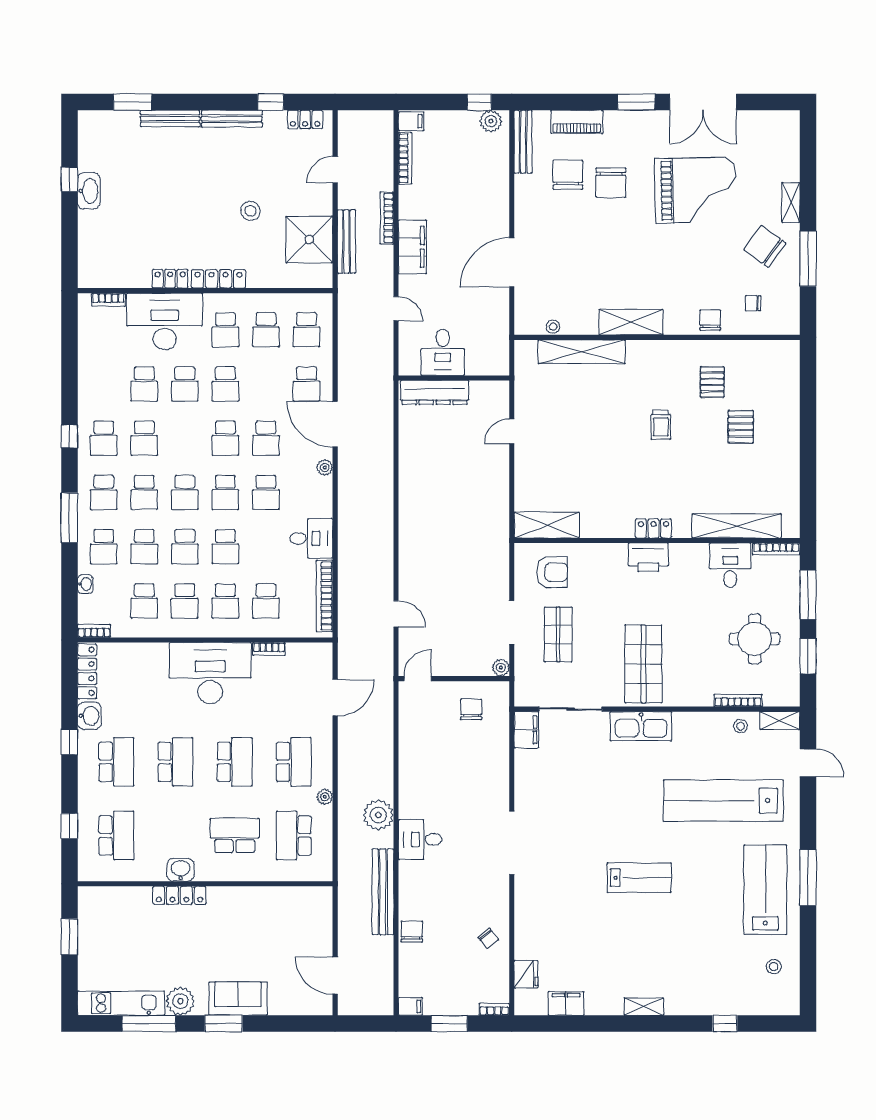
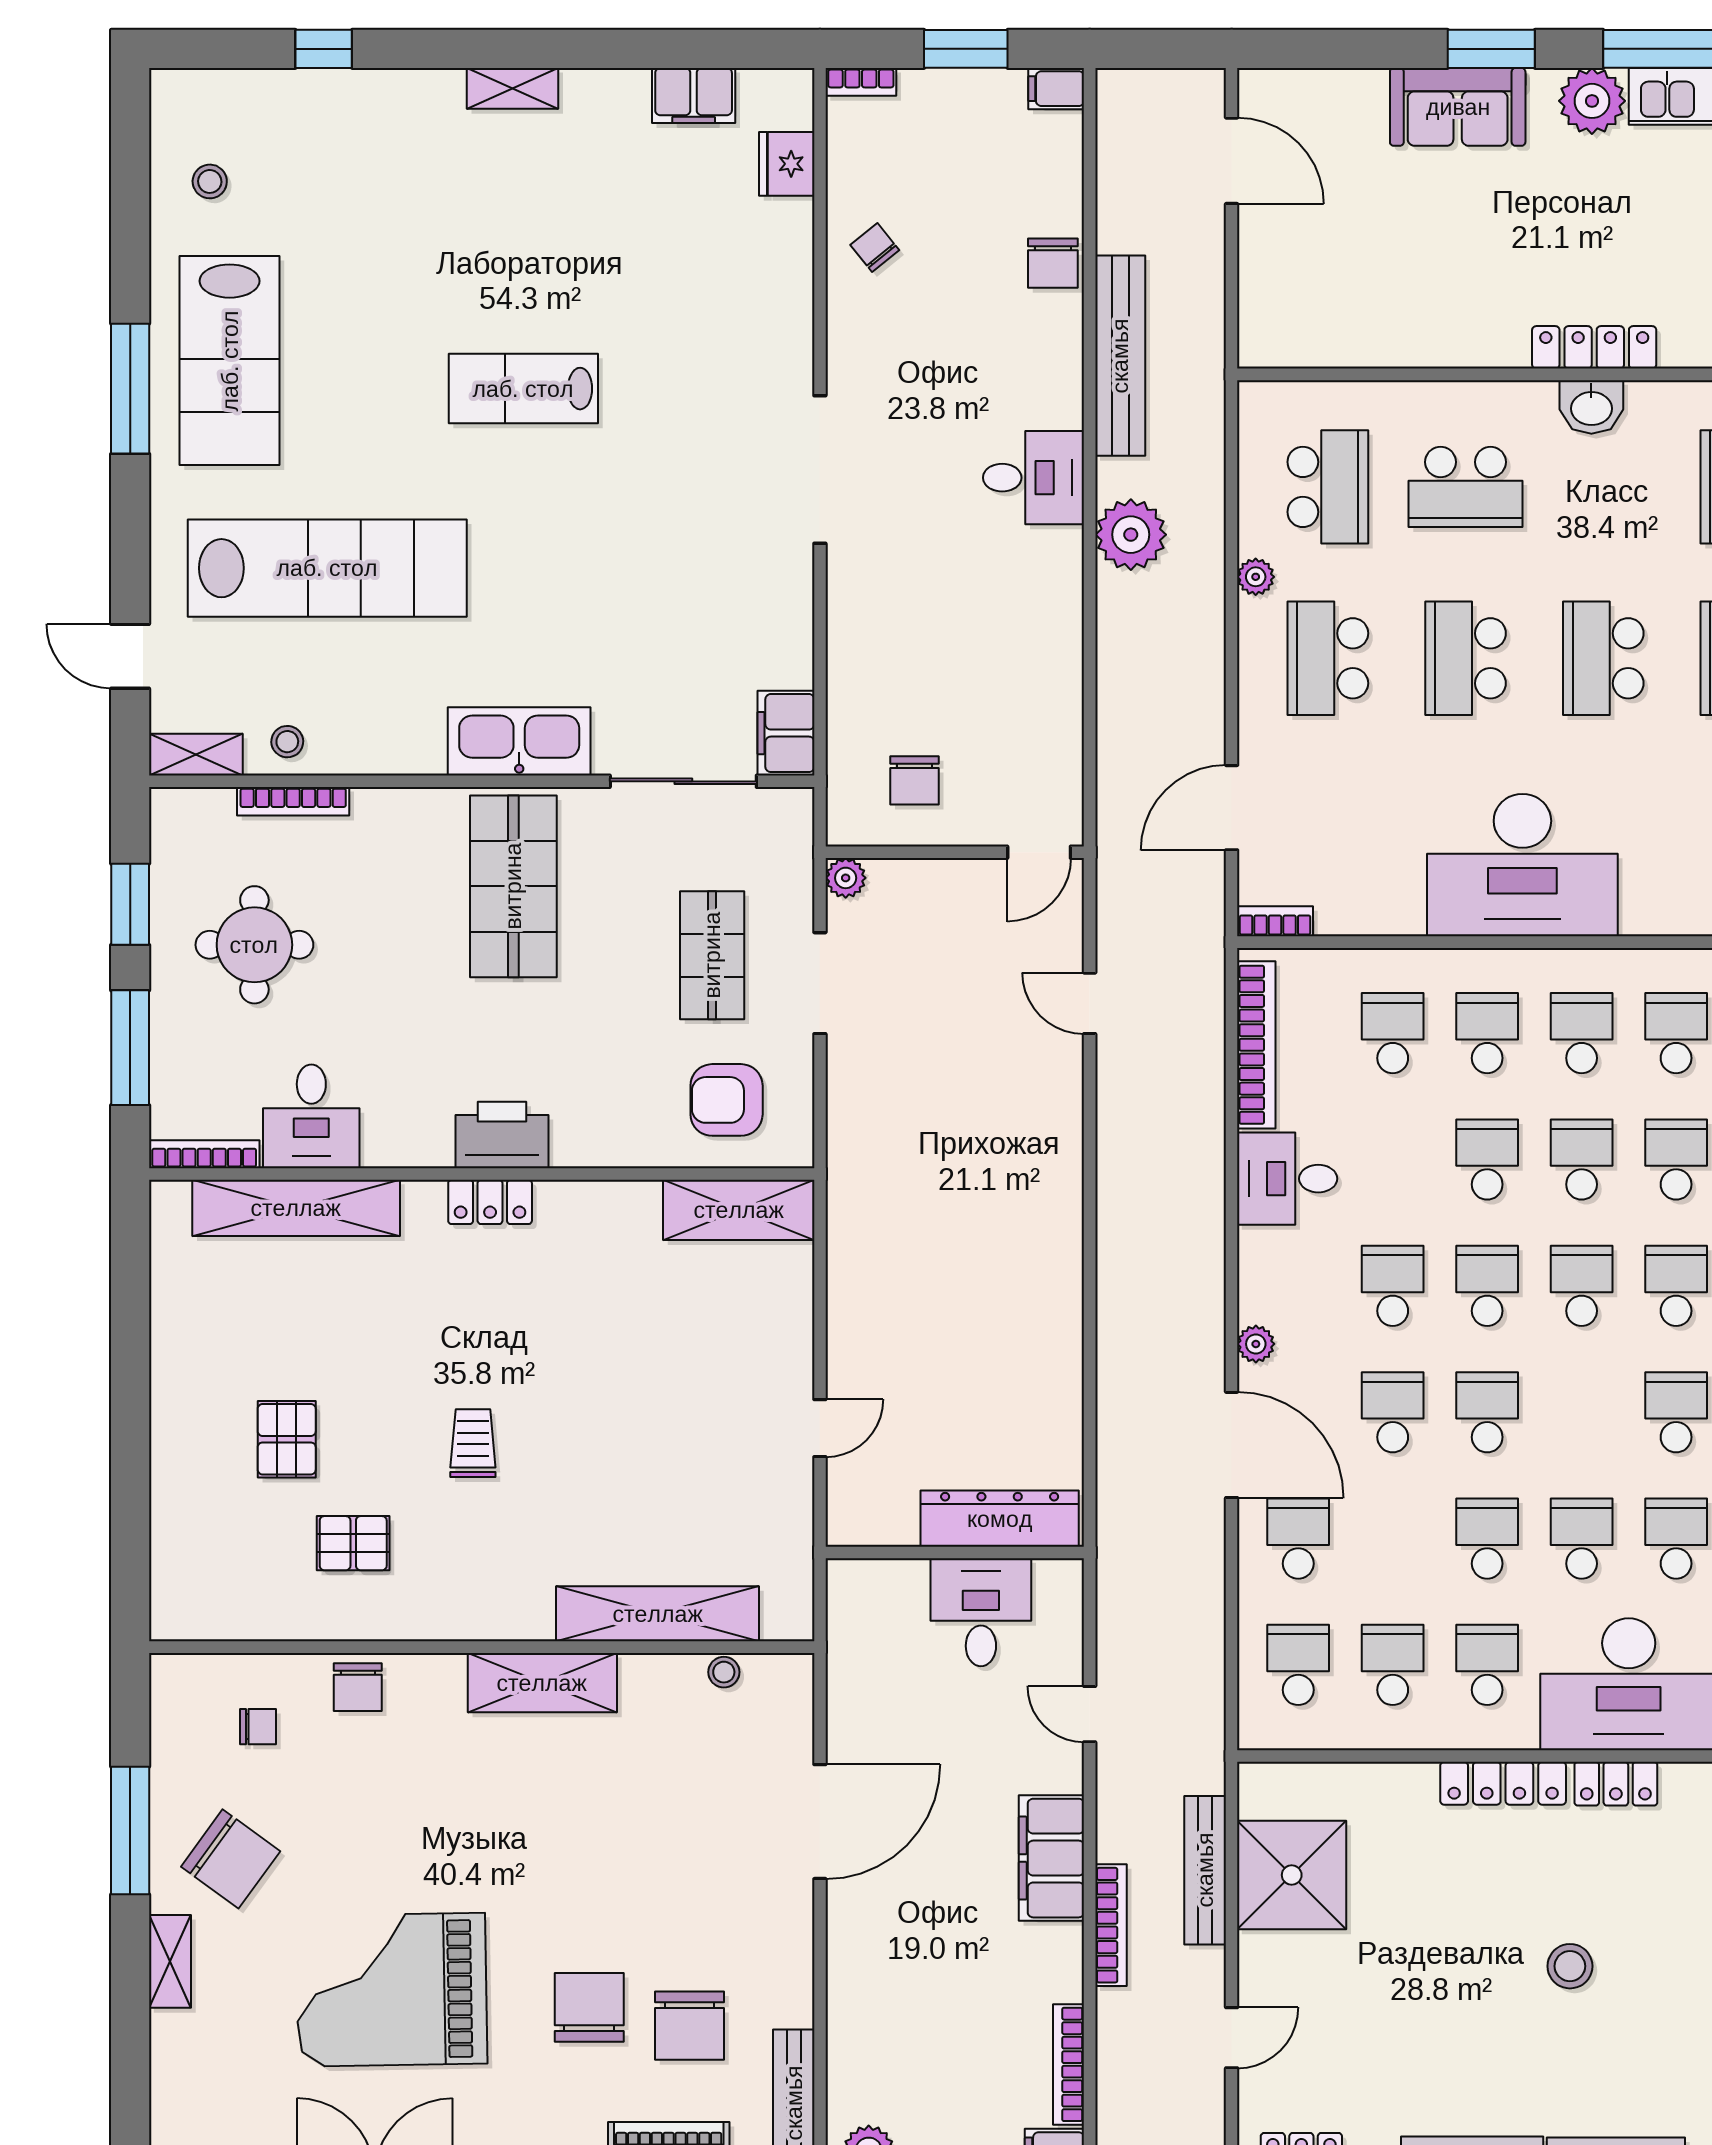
stool: (251, 211) -> (1570, 1966), moved
pallet: (712, 382) -> (353, 1543), turned 90
bookcase: (269, 649) -> (1275, 921), moved

